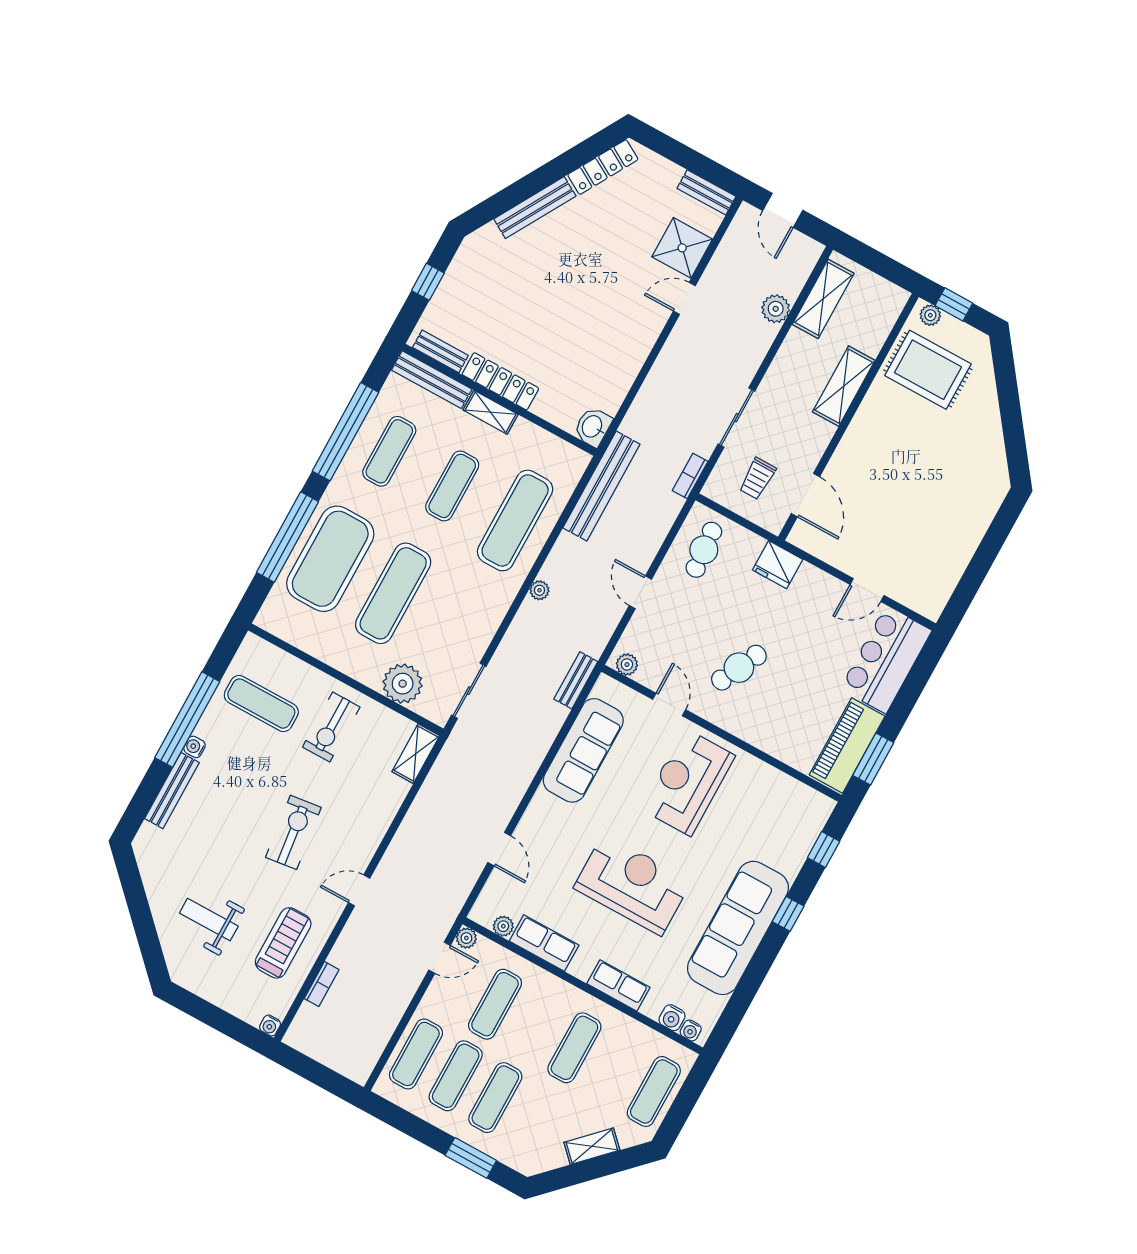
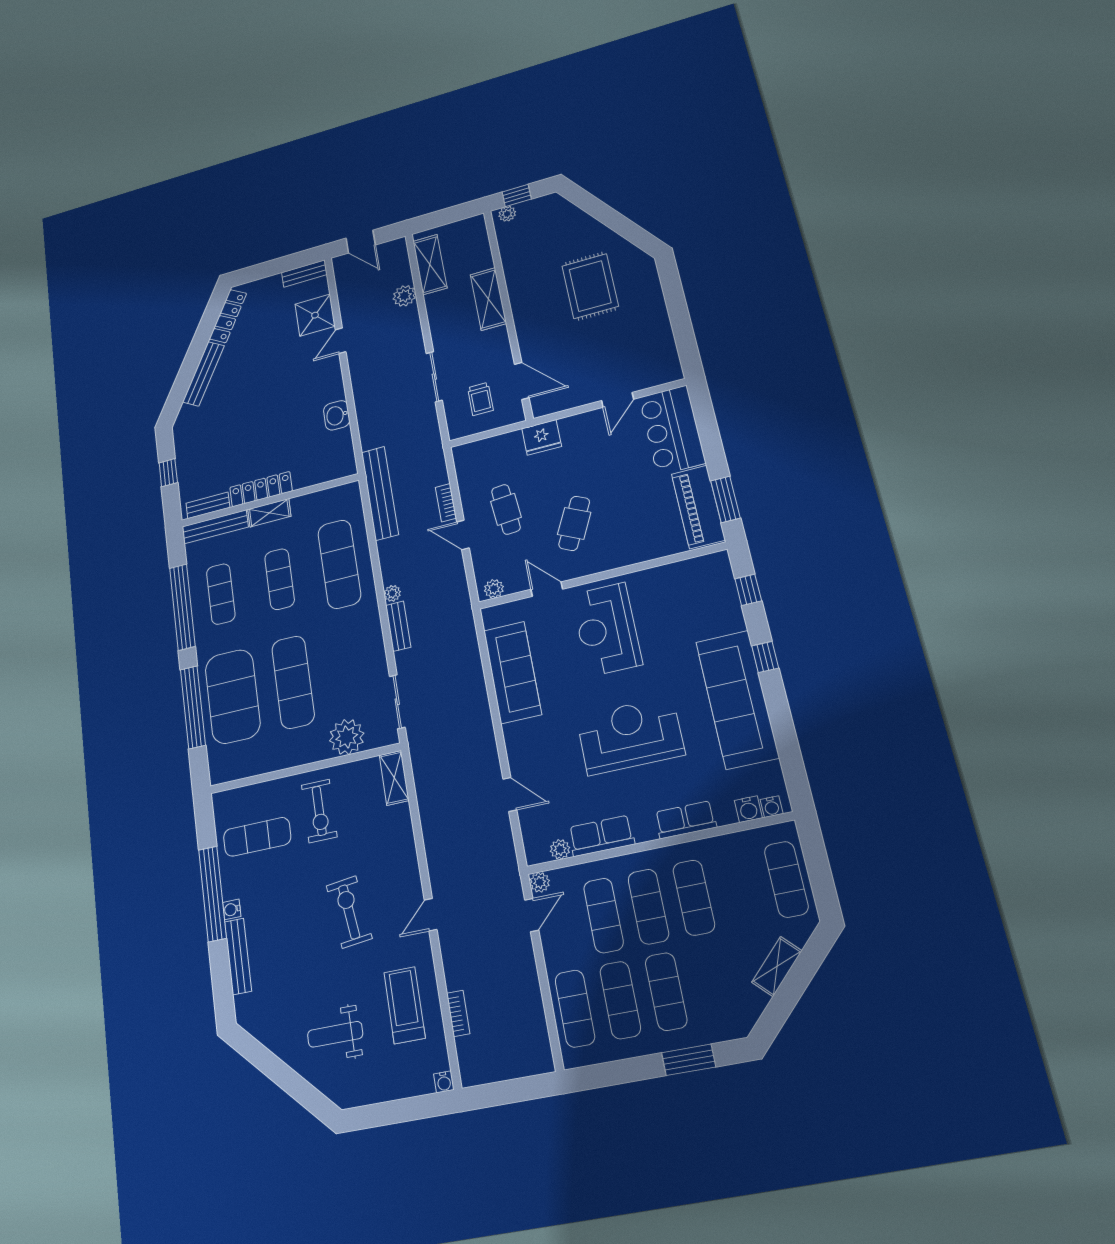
rug: (928, 370) -> (590, 286), moved, turned 90
washbasin: (593, 427) -> (337, 415), moved
bookcase: (690, 476) -> (446, 503), moved
cafe table: (704, 550) -> (506, 509), moved
bench: (576, 680) -> (398, 626), moved
exercise mat: (535, 1026) -> (648, 907), added

